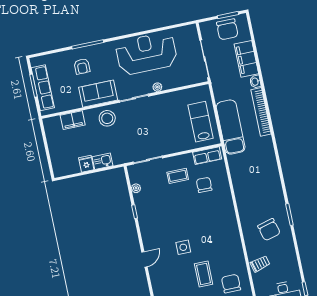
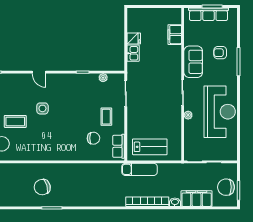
stool: (107, 118) -> (170, 65), removed
exam couch: (231, 127) -> (139, 169), width x0.73, depth x0.69
trolley: (260, 264) -> (14, 173), removed

